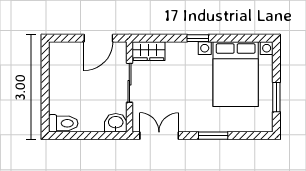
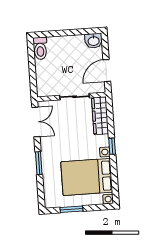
door: (98, 38) -> (107, 71), hinge flipped
wardrobe: (148, 51) -> (100, 116), width x1.50
washbasin: (116, 123) -> (94, 41), moved, turned 90

